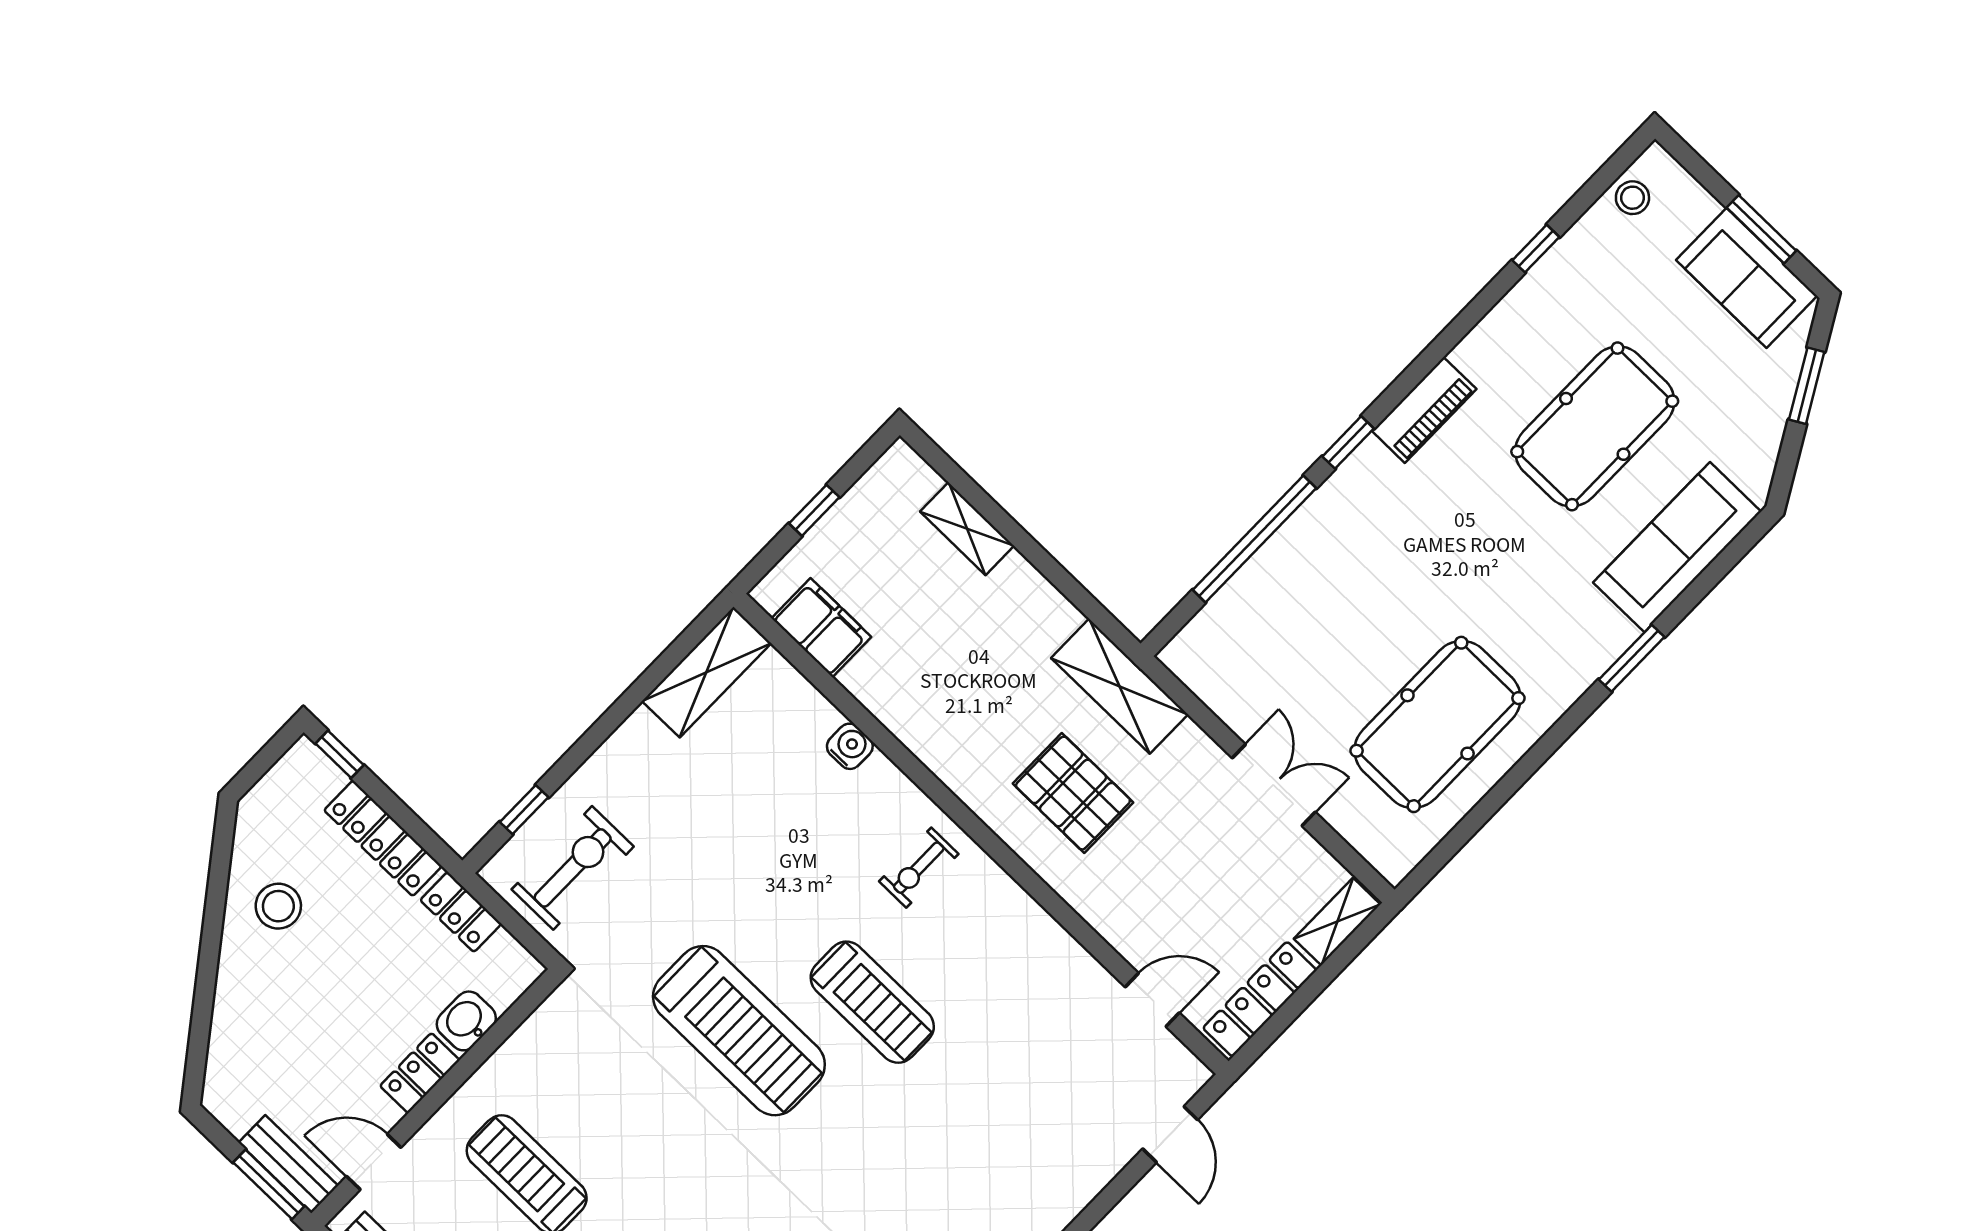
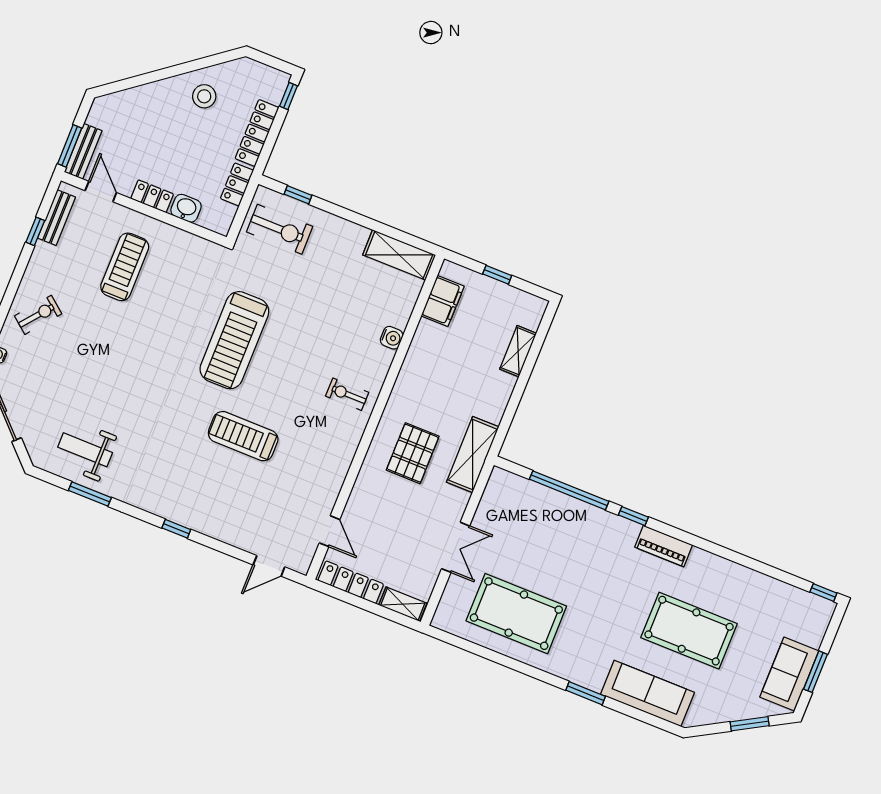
stool: (1632, 198) -> (805, 604), removed
window: (1536, 249) -> (823, 592), moved
treadmill: (872, 1002) -> (243, 436), moved, turned 90

